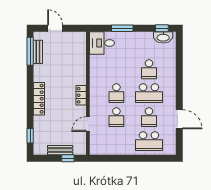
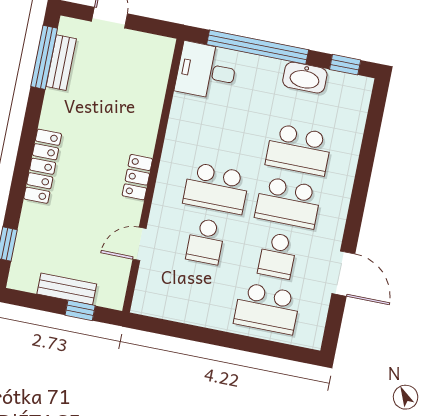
window: (122, 28) -> (258, 47), width x2.11
washbasin: (163, 37) -> (305, 78), moved
school desk: (149, 69) -> (299, 150), width x1.85
school desk: (116, 93) -> (216, 188), width x1.85

